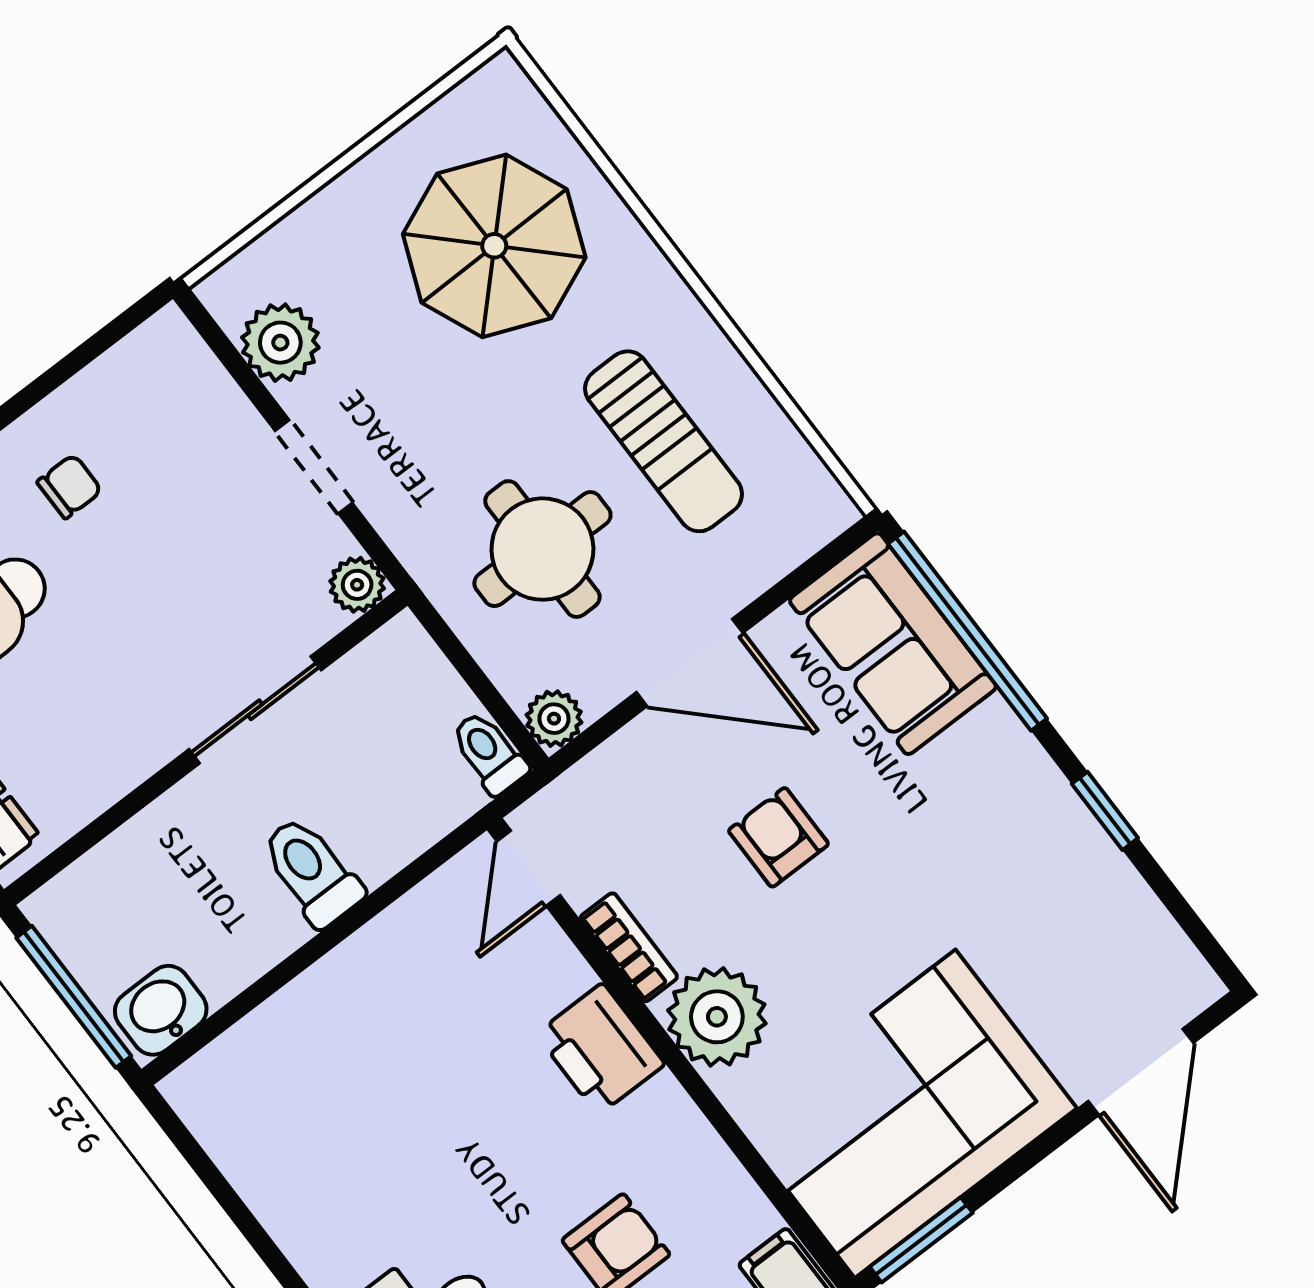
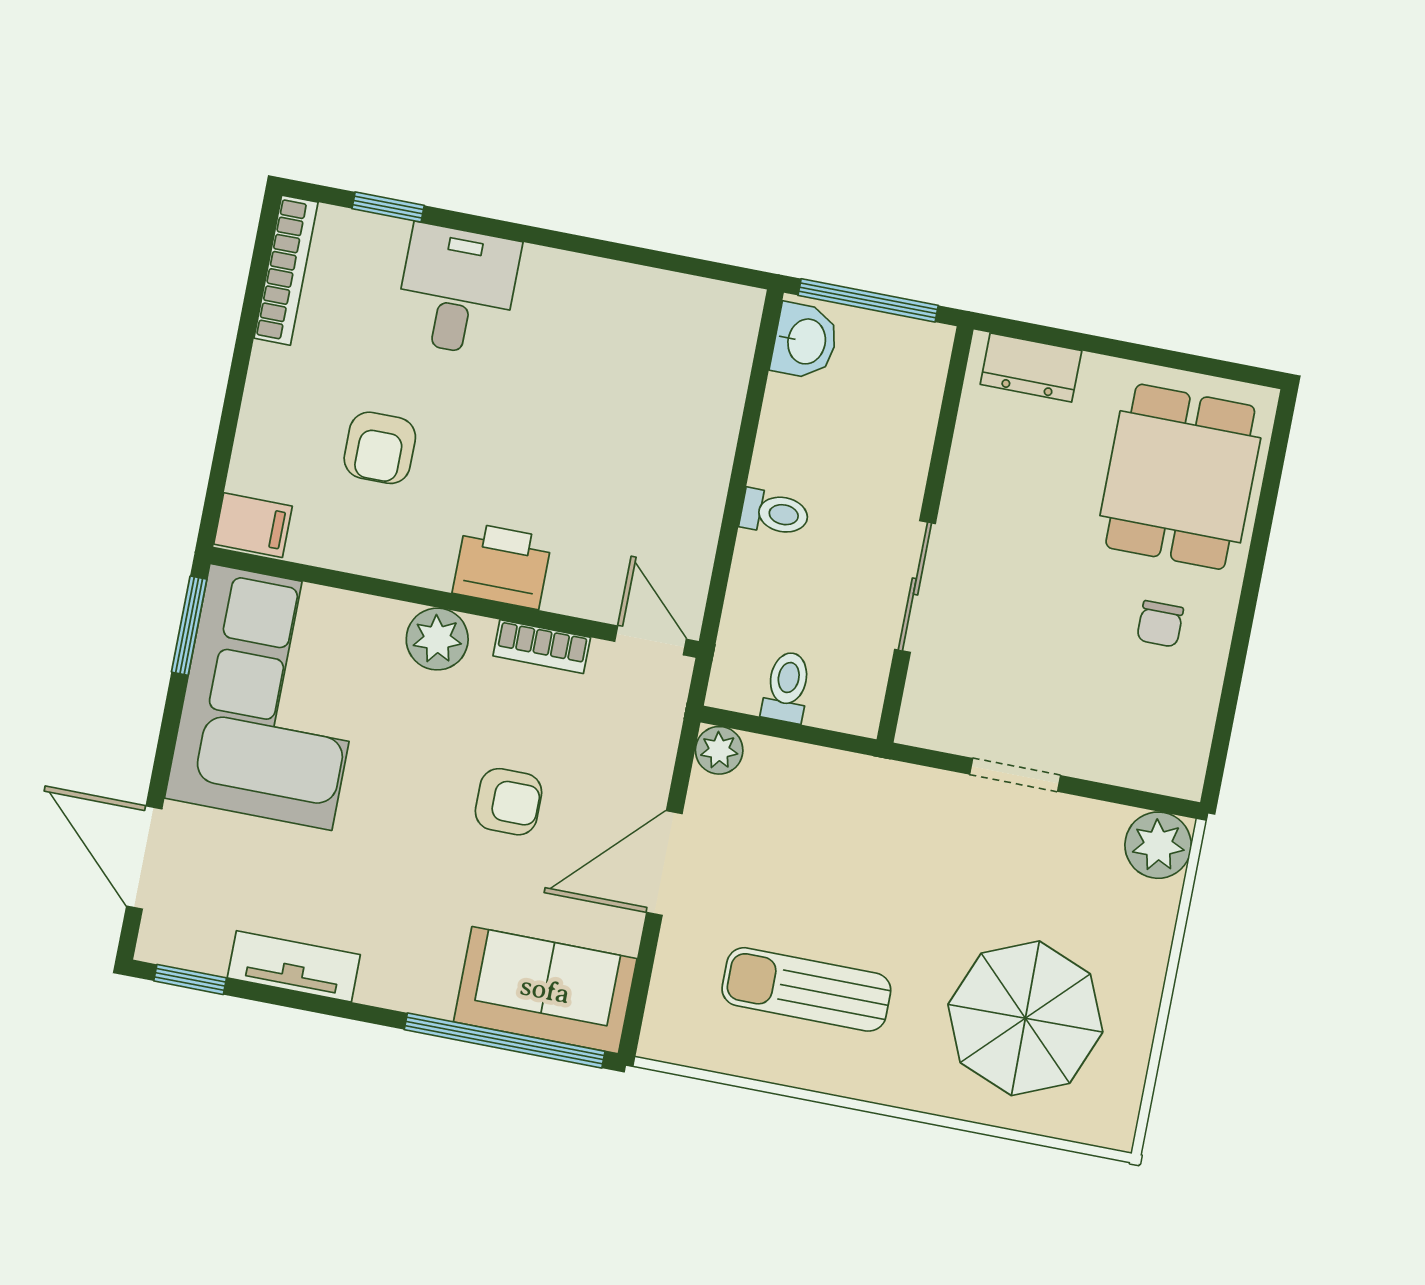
plant: (280, 343) -> (1158, 845), moved
round table: (542, 549) -> (823, 852), removed
plant: (357, 585) -> (921, 724), removed
toilet: (489, 753) -> (787, 687), moved, turned -90
window: (1105, 811) -> (190, 979), moved
tv unit: (1094, 860) -> (294, 966), added
toilet: (312, 871) -> (775, 513), width x0.73, depth x0.72
plant: (717, 1017) -> (437, 639), width x0.73, depth x0.73

